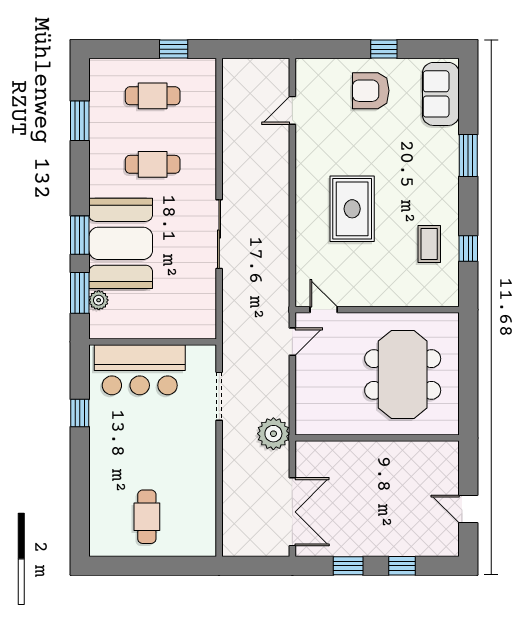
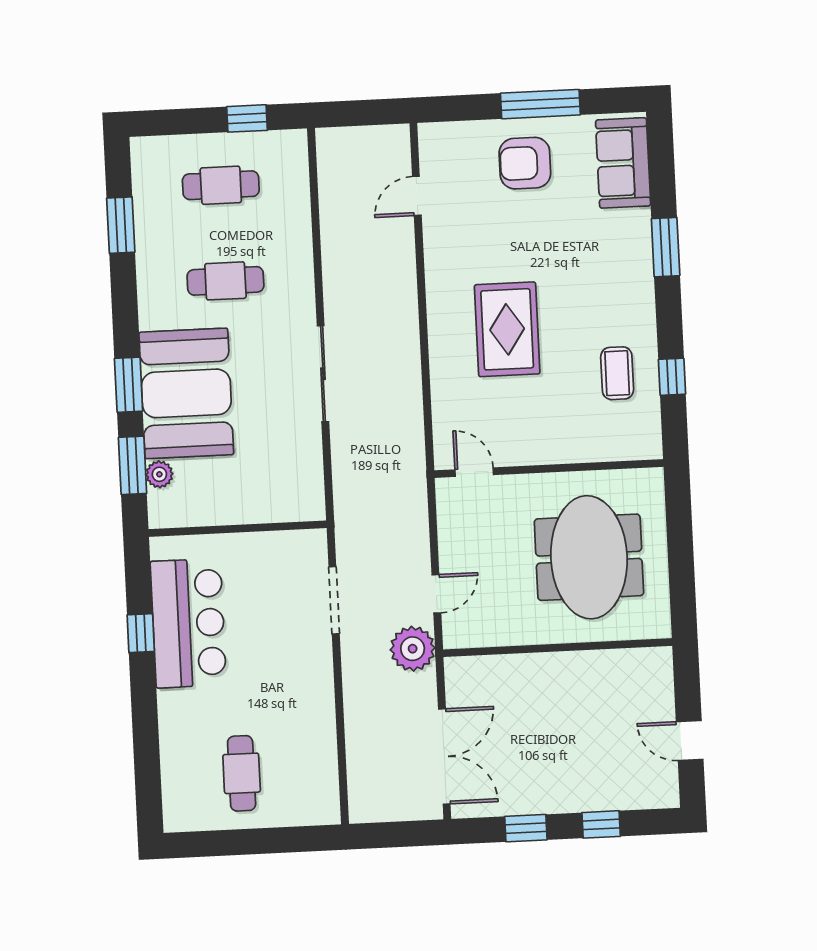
window: (384, 49) -> (540, 104), width x2.17
door: (292, 342) -> (436, 594), moved
bar counter: (140, 370) -> (188, 623), moved, turned -90

